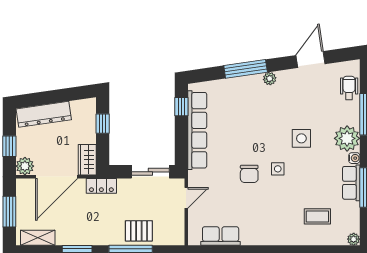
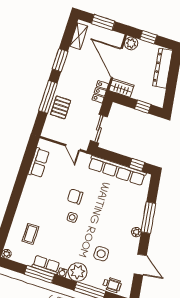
side table: (301, 138) -> (101, 254), moved

